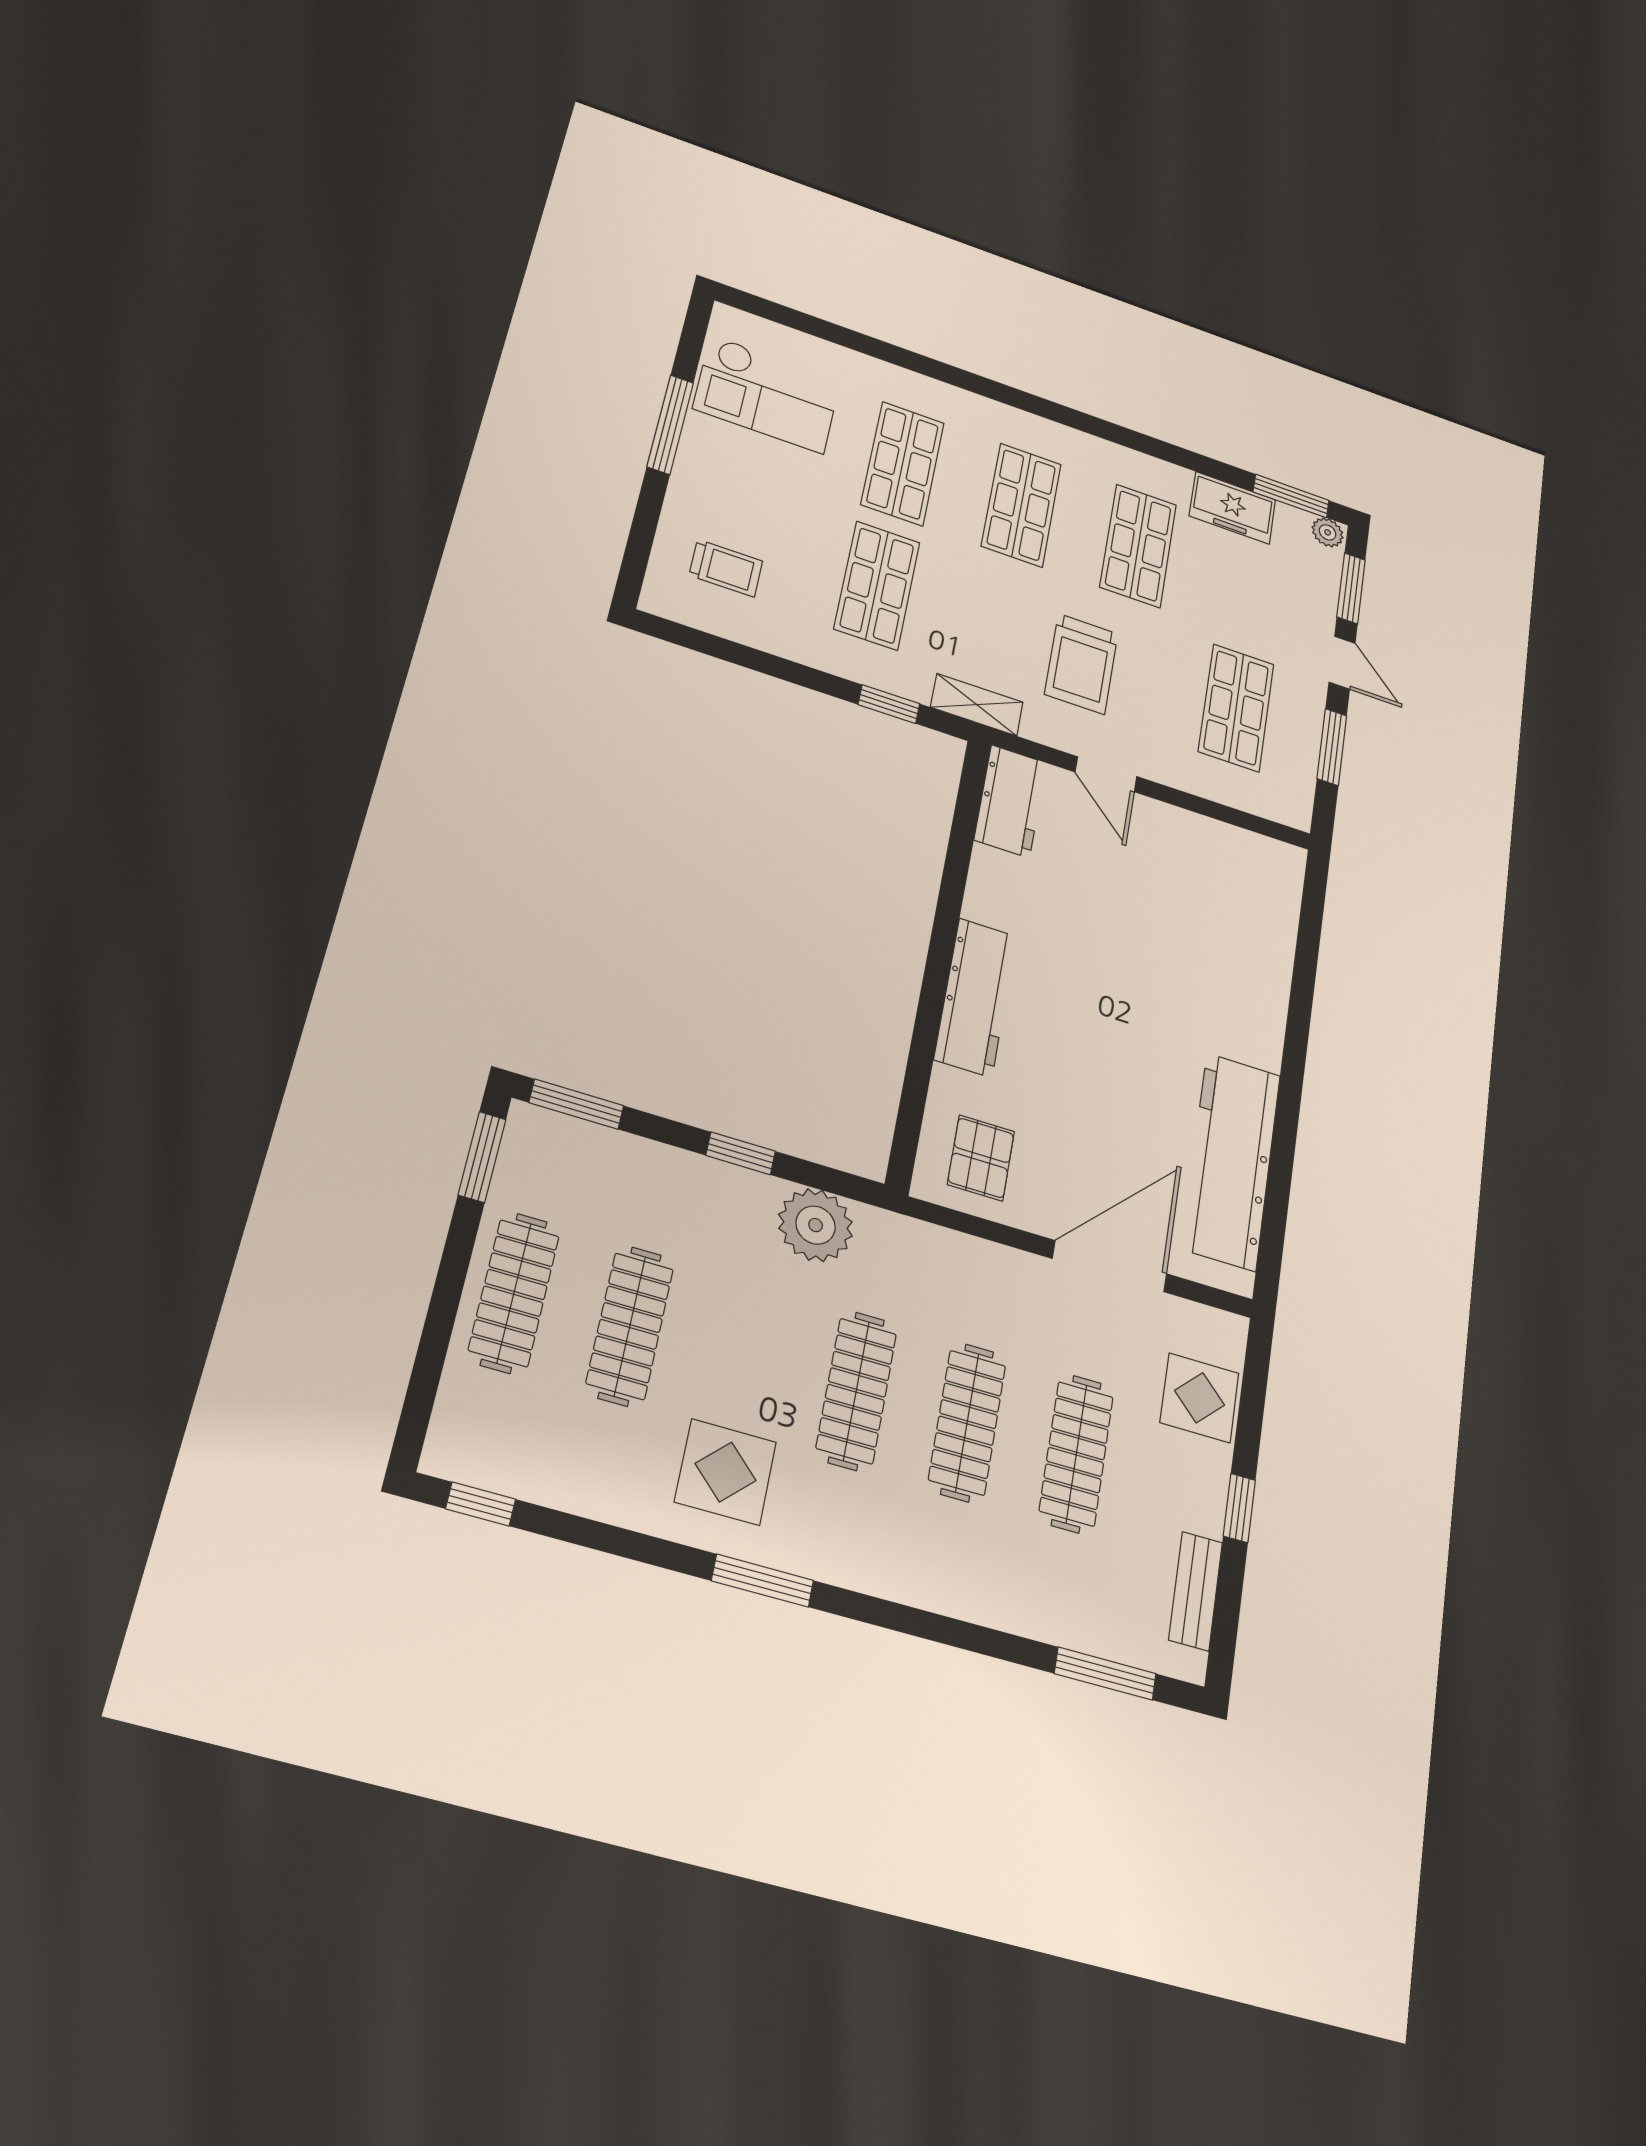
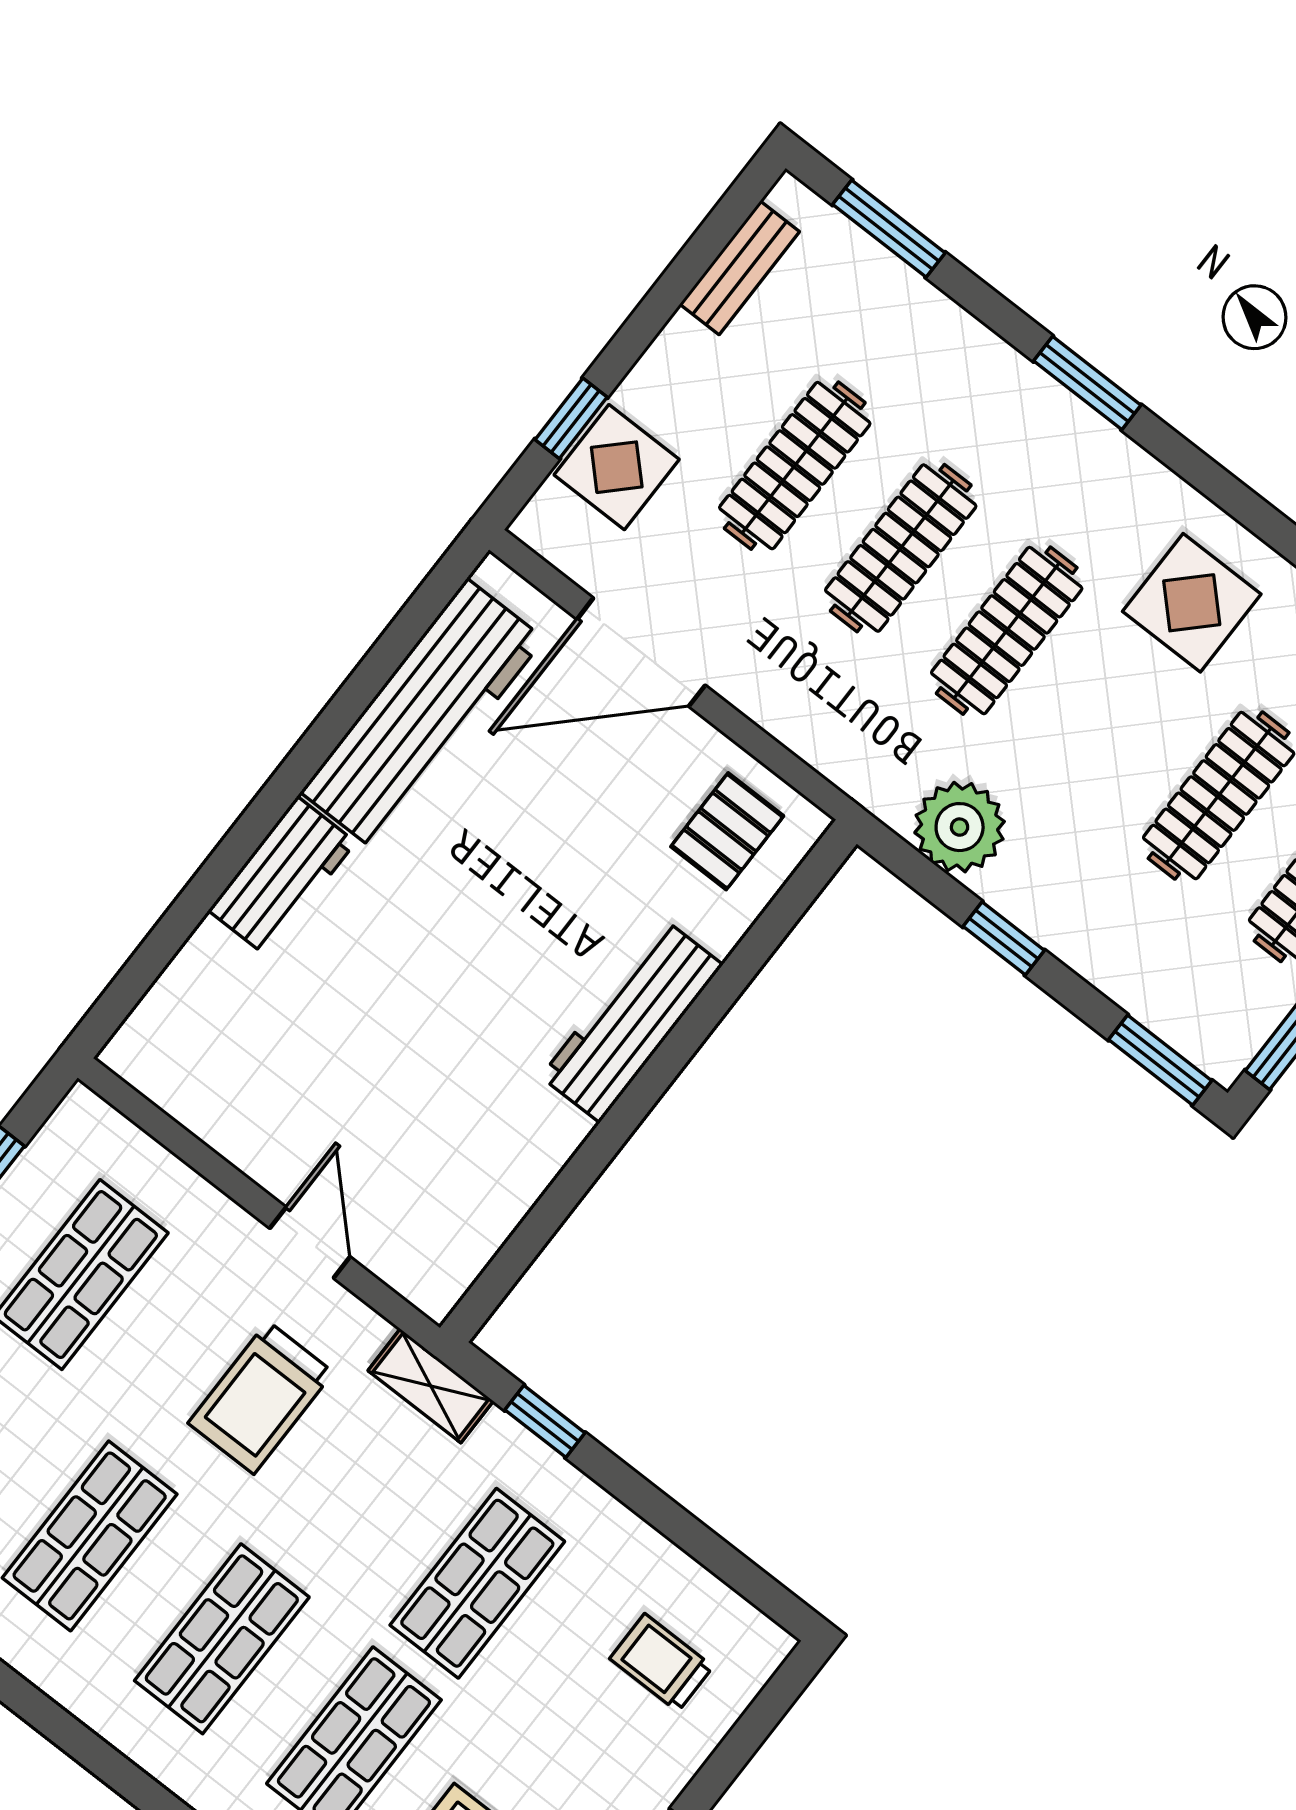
trolley: (1081, 664) -> (261, 1398), turned 180
workbench: (1010, 801) -> (282, 876), moved, turned 180
window: (1239, 1508) -> (571, 418), moved
window: (763, 1581) -> (1087, 383), moved

